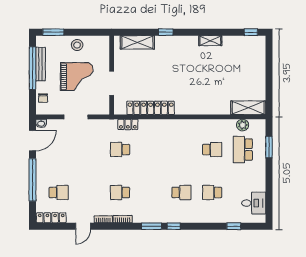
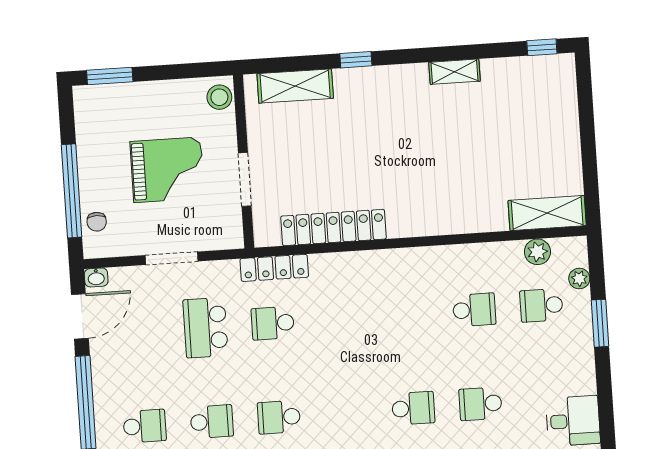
stool: (77, 45) -> (219, 97), moved
bench: (41, 64) -> (86, 148), removed
window: (33, 68) -> (72, 191), moved
locker: (128, 124) -> (274, 268), width x1.53
plant: (261, 138) -> (579, 279), added
window: (269, 147) -> (600, 323), moved
school desk: (89, 150) -> (206, 328), added
school desk: (243, 150) -> (541, 305), width x0.54
school desk: (89, 192) -> (212, 422), added

